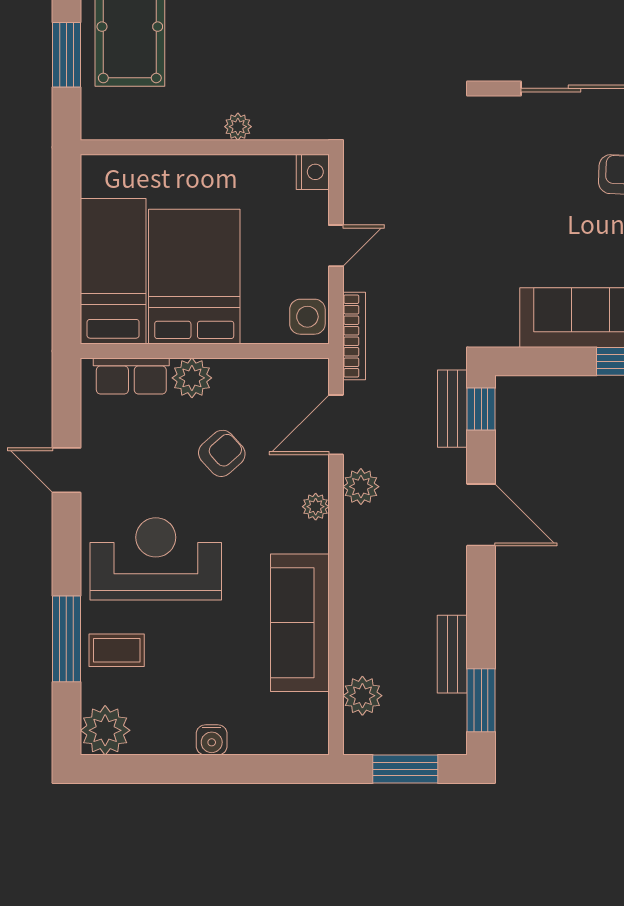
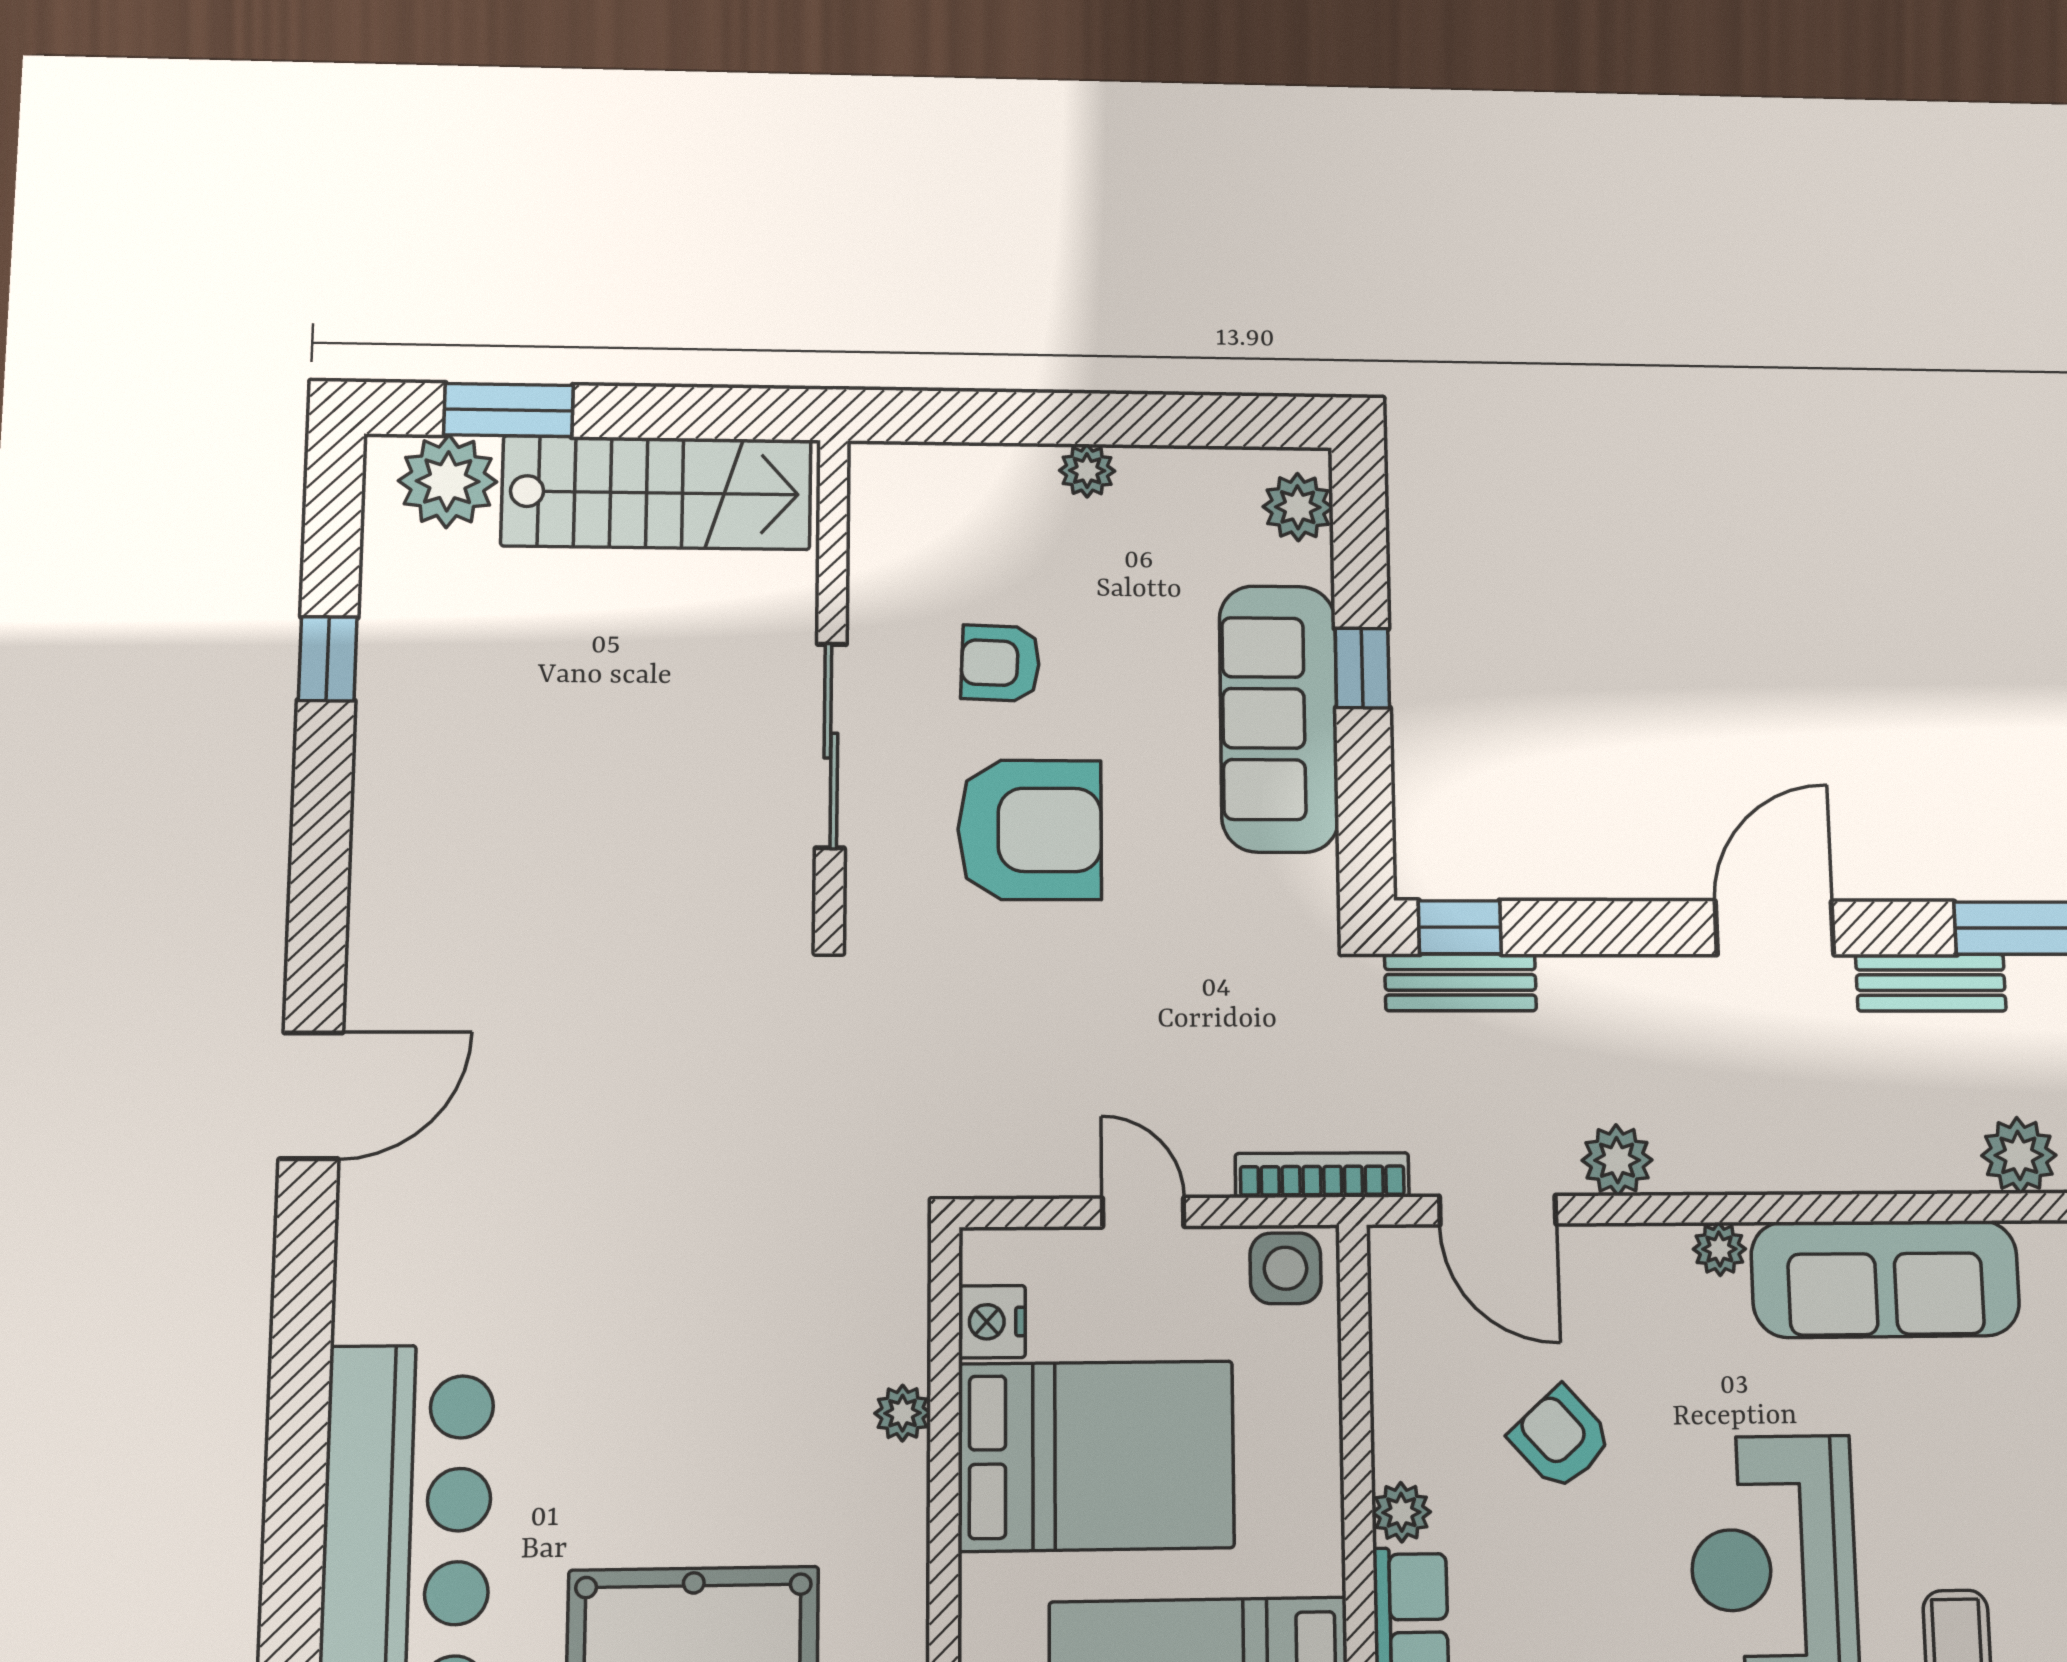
nightstand: (313, 172) -> (992, 1322), moved, turned -90
armchair: (531, 189) -> (1030, 830), added
bed: (194, 277) -> (1096, 1456), moved, turned 180
plant: (192, 378) -> (1401, 1512), width x0.73, depth x0.73
plant: (316, 507) -> (1719, 1249), moved
door: (481, 515) -> (1775, 928), moved

